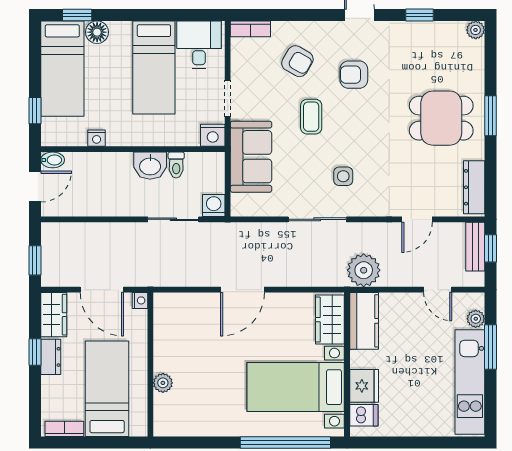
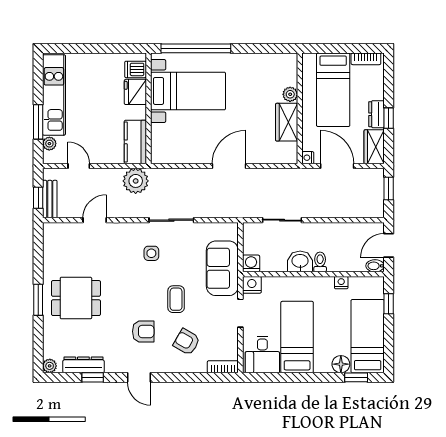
toilet: (176, 165) -> (320, 262), moved
dresser: (474, 187) -> (83, 365), moved, turned -90
washing machine: (214, 205) -> (251, 263), moved, turned 180
wardrobe: (330, 320) -> (287, 122), moved, turned 180

